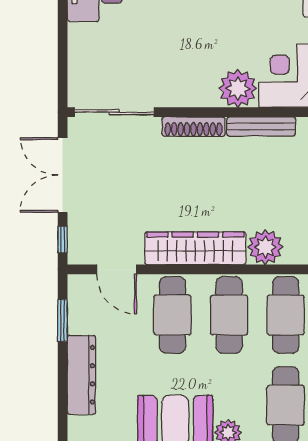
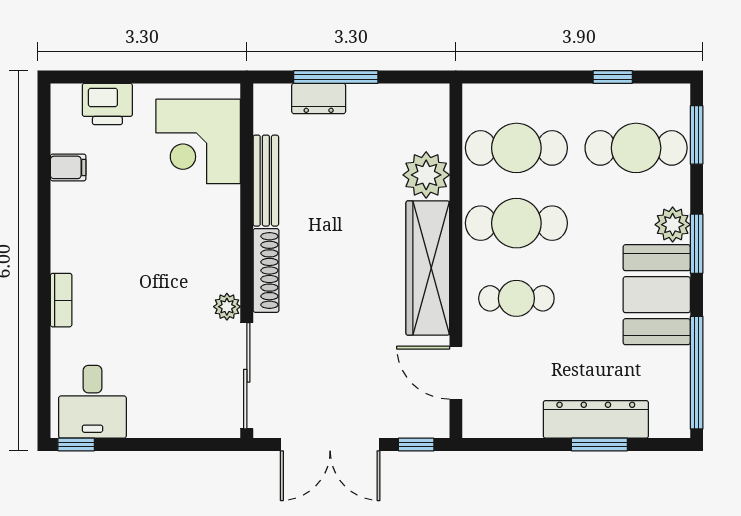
plant: (238, 88) -> (227, 307), moved, width x0.53, depth x0.53
door: (117, 269) -> (456, 373), swing flipped
cafe table: (172, 315) -> (516, 298), width x0.73, depth x0.74
window: (63, 320) -> (599, 444), moved

